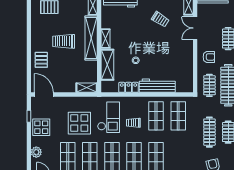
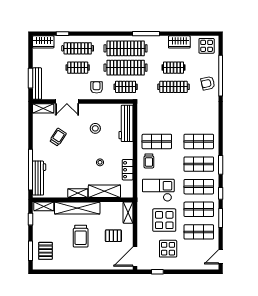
stool: (169, 56) -> (95, 128), added
pallet: (41, 60) -> (113, 236), moved
workbench: (157, 86) -> (126, 123), moved
shop shelf: (178, 116) -> (157, 119), removed
trolley: (133, 123) -> (149, 161), moved
display table: (41, 127) -> (168, 249), moved
plant: (36, 152) -> (194, 264), removed

